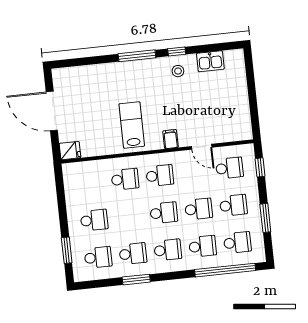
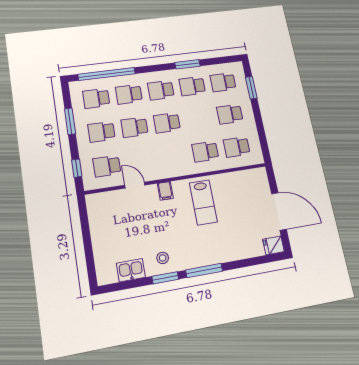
window: (177, 51) -> (165, 278), width x1.50
fridge: (70, 151) -> (273, 245), moved
school desk: (160, 175) -> (237, 147), moved

